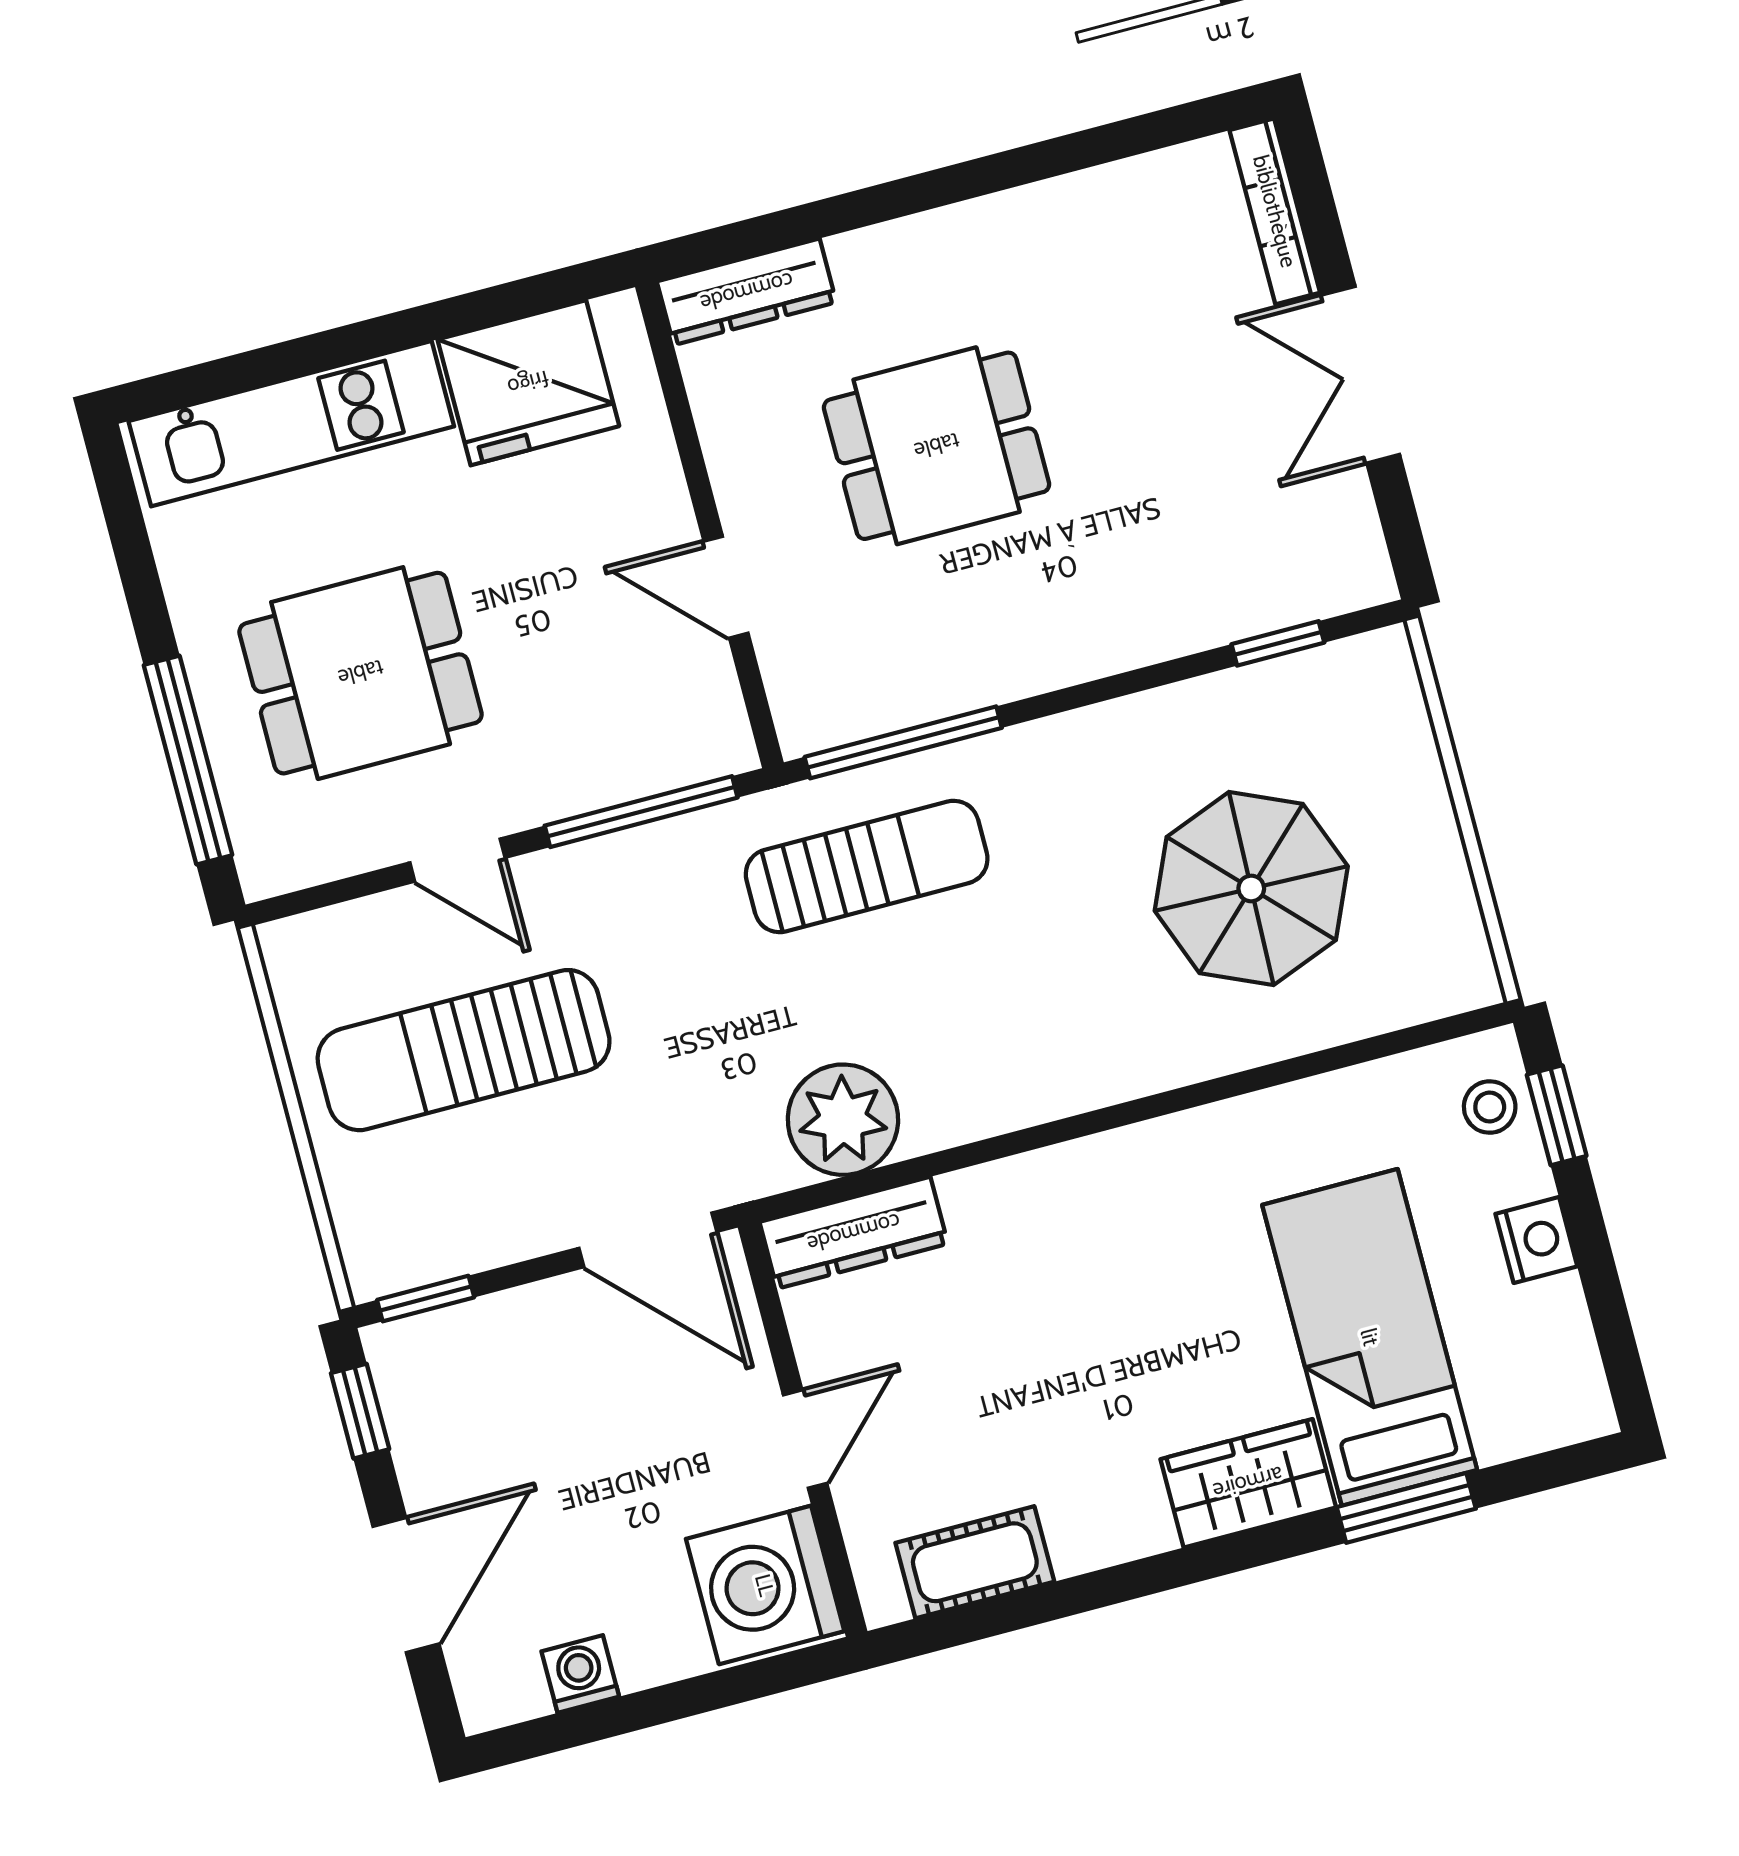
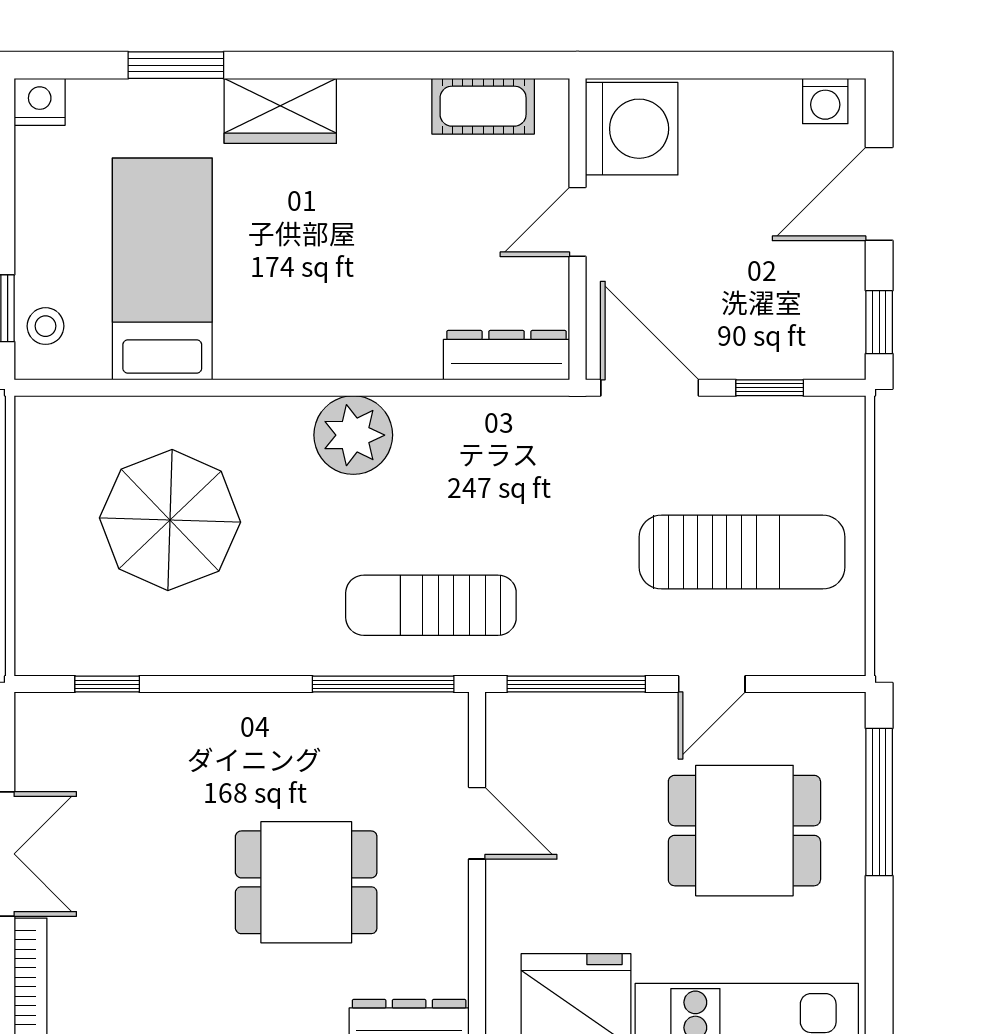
door: (457, 860) -> (712, 684), swing flipped
plant: (843, 1120) -> (353, 435), moved
nightstand: (1536, 1240) -> (40, 102), moved, turned 90
window: (426, 1299) -> (770, 388), moved
bed: (1370, 1337) -> (162, 269), moved, turned 180
washing machine: (580, 1674) -> (825, 101), moved

